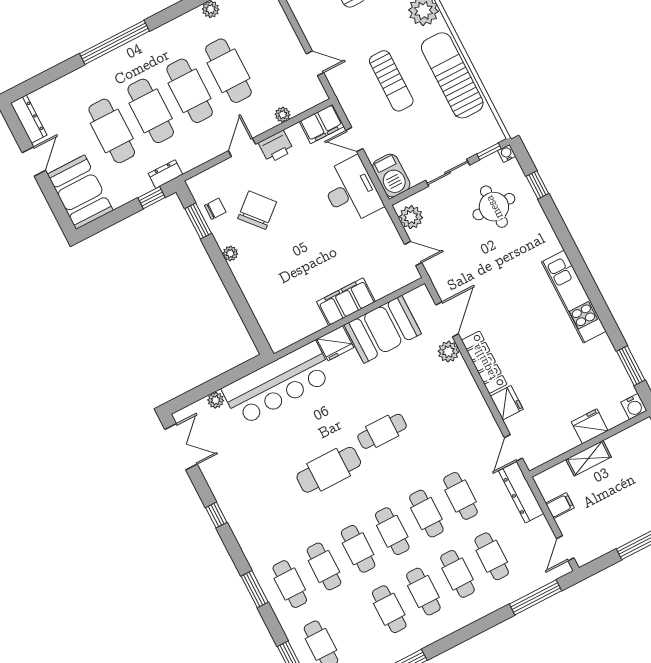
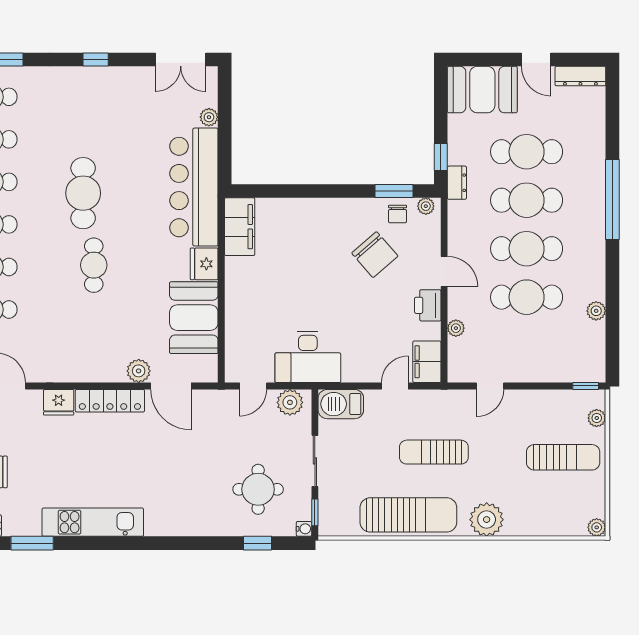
desk: (351, 191) -> (308, 357), moved
plant: (230, 253) -> (426, 206), moved
kitchen unit: (574, 297) -> (93, 522), moved
filing cabinet: (346, 302) -> (240, 227), moved

